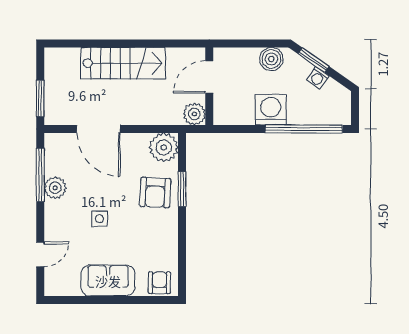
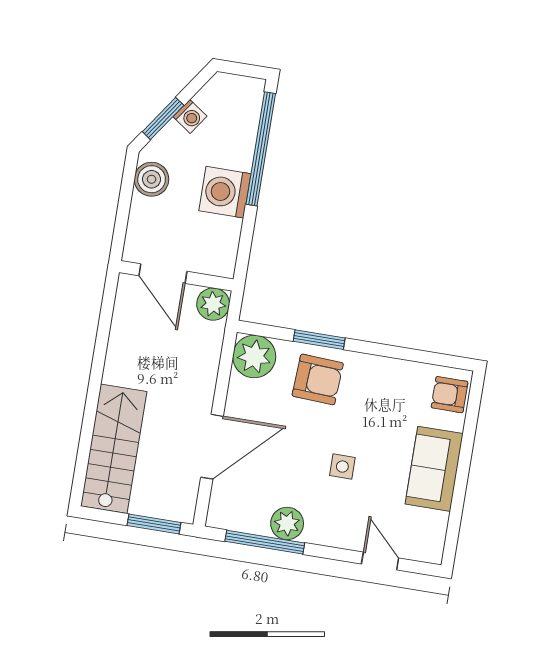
stairs: (123, 63) -> (114, 449), moved

